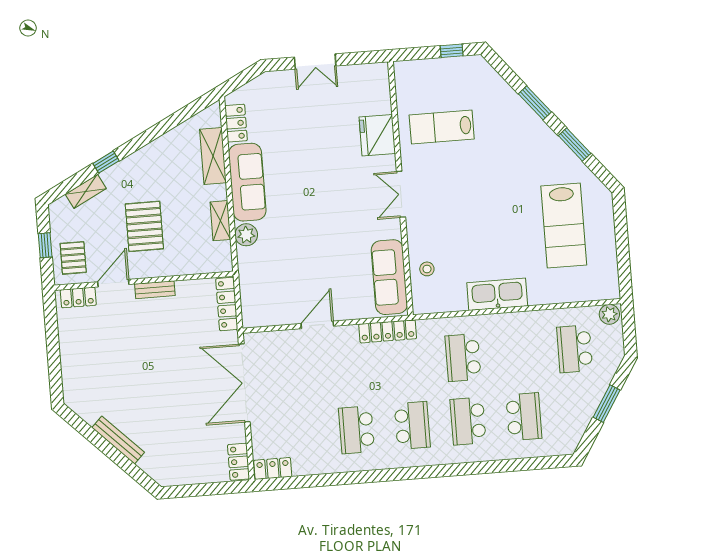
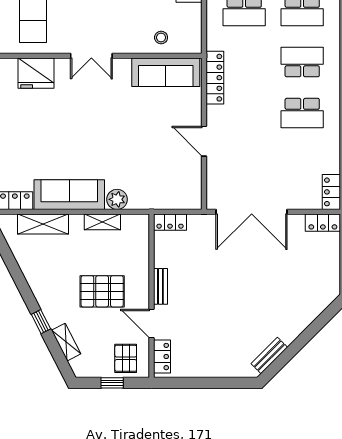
pallet: (73, 258) -> (126, 358), turned 90
locker: (227, 304) -> (170, 222), width x0.66
bench: (118, 440) -> (269, 355), moved, width x0.73

